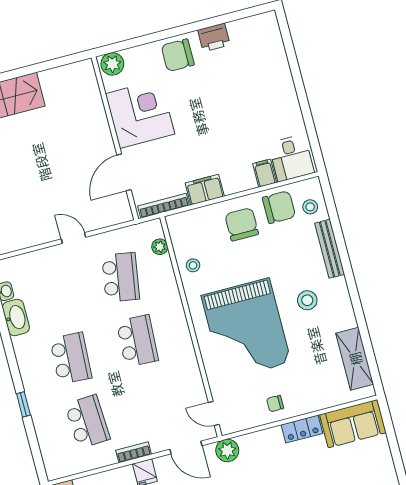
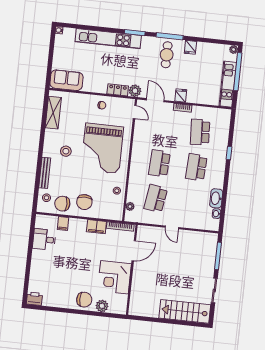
printer: (214, 37) -> (34, 299), moved
plant: (112, 64) -> (102, 306), moved
desk: (291, 158) -> (44, 239), moved, turned -90
grand piano: (246, 329) -> (102, 148), turned 180
locker: (302, 429) -> (118, 90), moved

